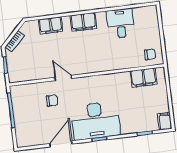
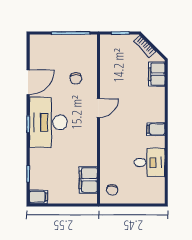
filing cabinet: (83, 22) -> (156, 129), width x0.50
filing cabinet: (51, 25) -> (157, 74), moved
door: (63, 78) -> (99, 108), moved
door: (61, 144) -> (28, 82), hinge flipped

